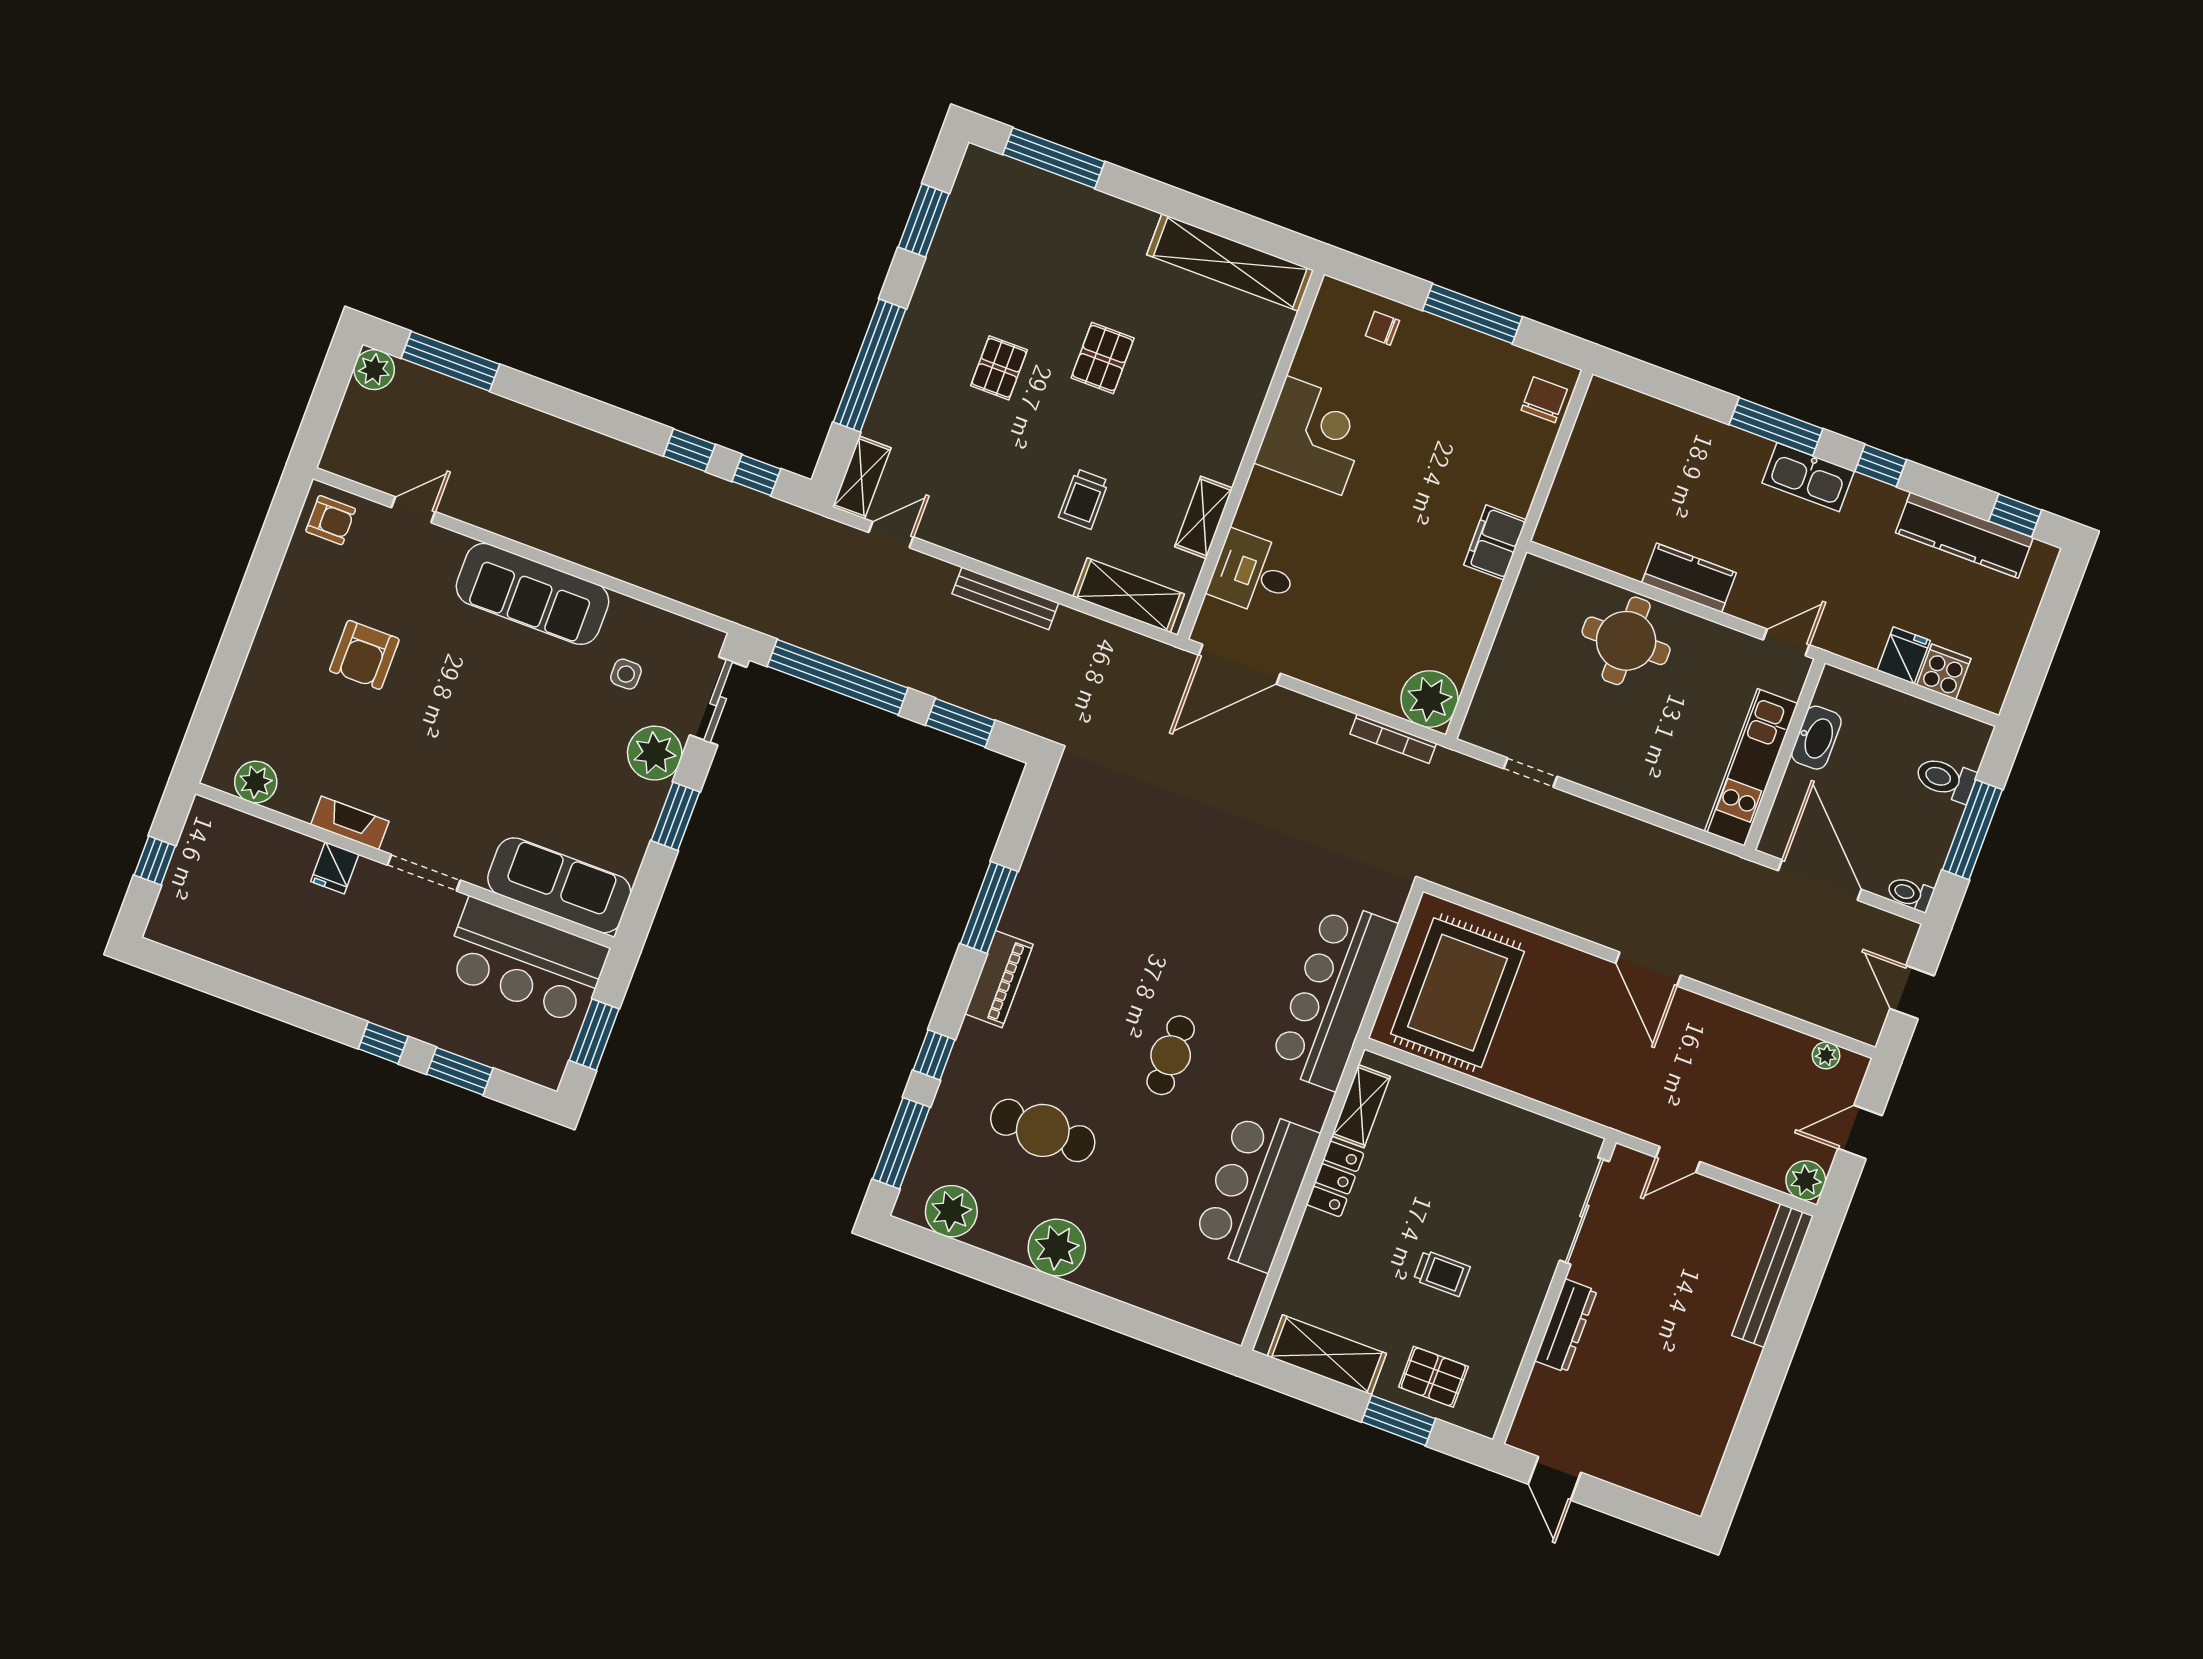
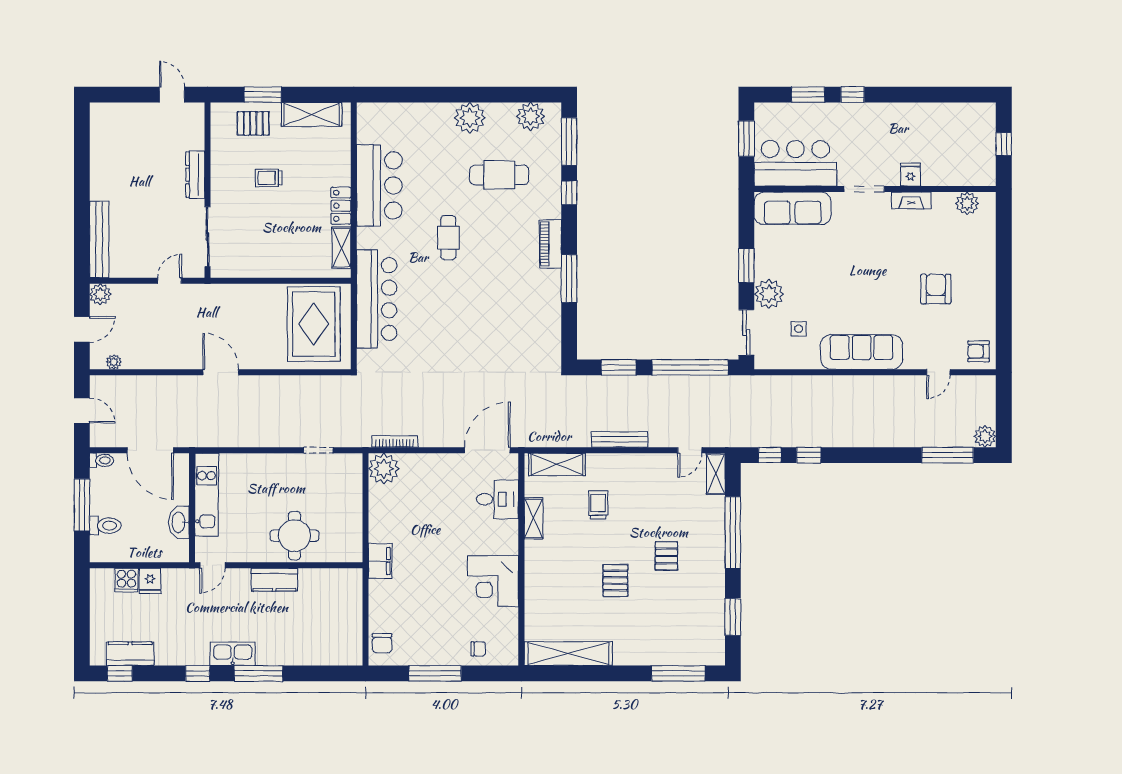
kitchen counter: (1964, 535) -> (130, 654), width x0.67

